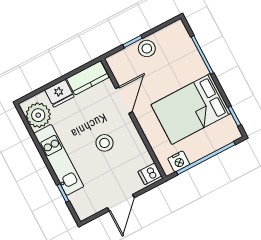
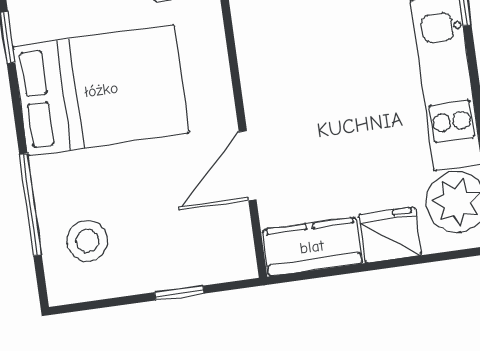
stool: (147, 48) -> (87, 241), moved
stool: (105, 143) -> (328, 83), removed

